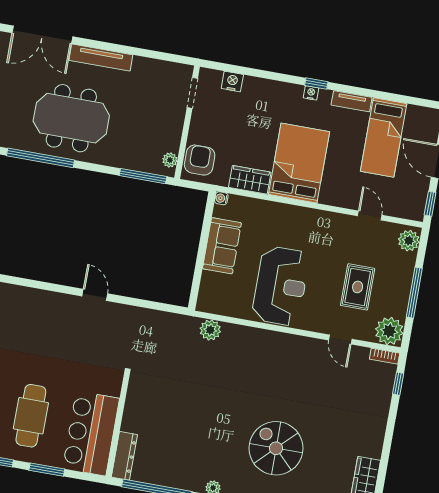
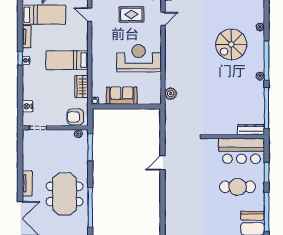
tv unit: (101, 58) -> (27, 183), width x0.71
bed: (299, 163) -> (67, 60), width x0.67
door: (370, 216) -> (90, 15), hinge flipped

